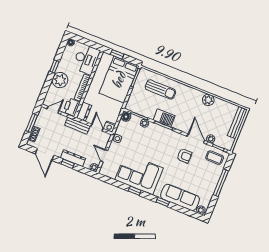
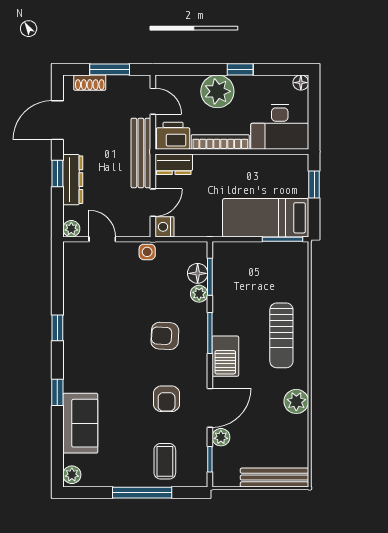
bed: (119, 80) -> (266, 218), width x0.67
sun lounger: (160, 89) -> (281, 335), moved
floor lamp: (126, 117) -> (198, 273), moved
barbecue: (164, 118) -> (225, 356), moved
bench: (77, 126) -> (141, 153), width x1.36
armchair: (157, 146) -> (165, 336), added
door: (104, 156) -> (102, 239), hinge flipped
coffee table: (215, 158) -> (165, 461), moved
corner sofa: (139, 174) -> (94, 323), removed
sofa: (180, 197) -> (80, 423), width x0.73

